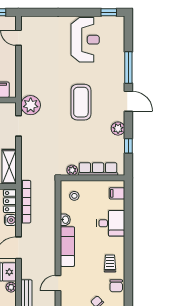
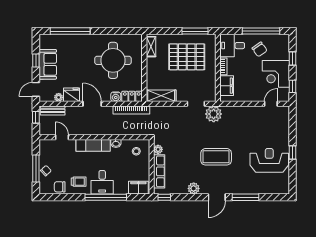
window: (109, 12) -> (293, 153), moved
reception desk: (85, 40) -> (269, 160), turned 180
window: (128, 146) -> (164, 197), moved
filing cabinet: (117, 193) -> (138, 188), width x2.00
desk: (111, 223) -> (102, 182), moved
window: (128, 232) -> (106, 197), added

